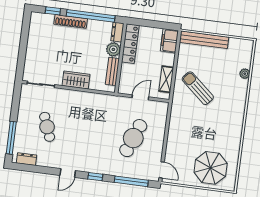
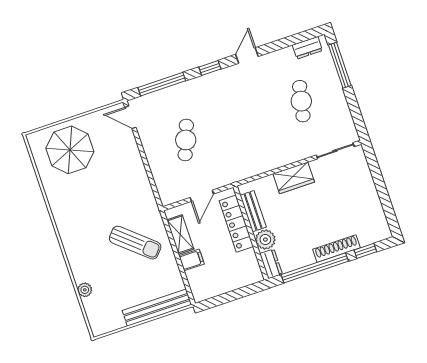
filing cabinet: (169, 41) -> (192, 260), moved, width x0.50
locker: (130, 44) -> (236, 224), moved
cafe table: (47, 127) -> (301, 101), turned 33
cafe table: (133, 138) -> (186, 140), width x0.73, depth x0.74

